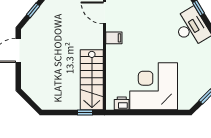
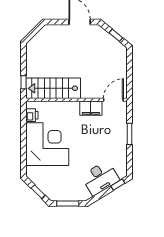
filing cabinet: (114, 38) -> (91, 108), width x2.00

